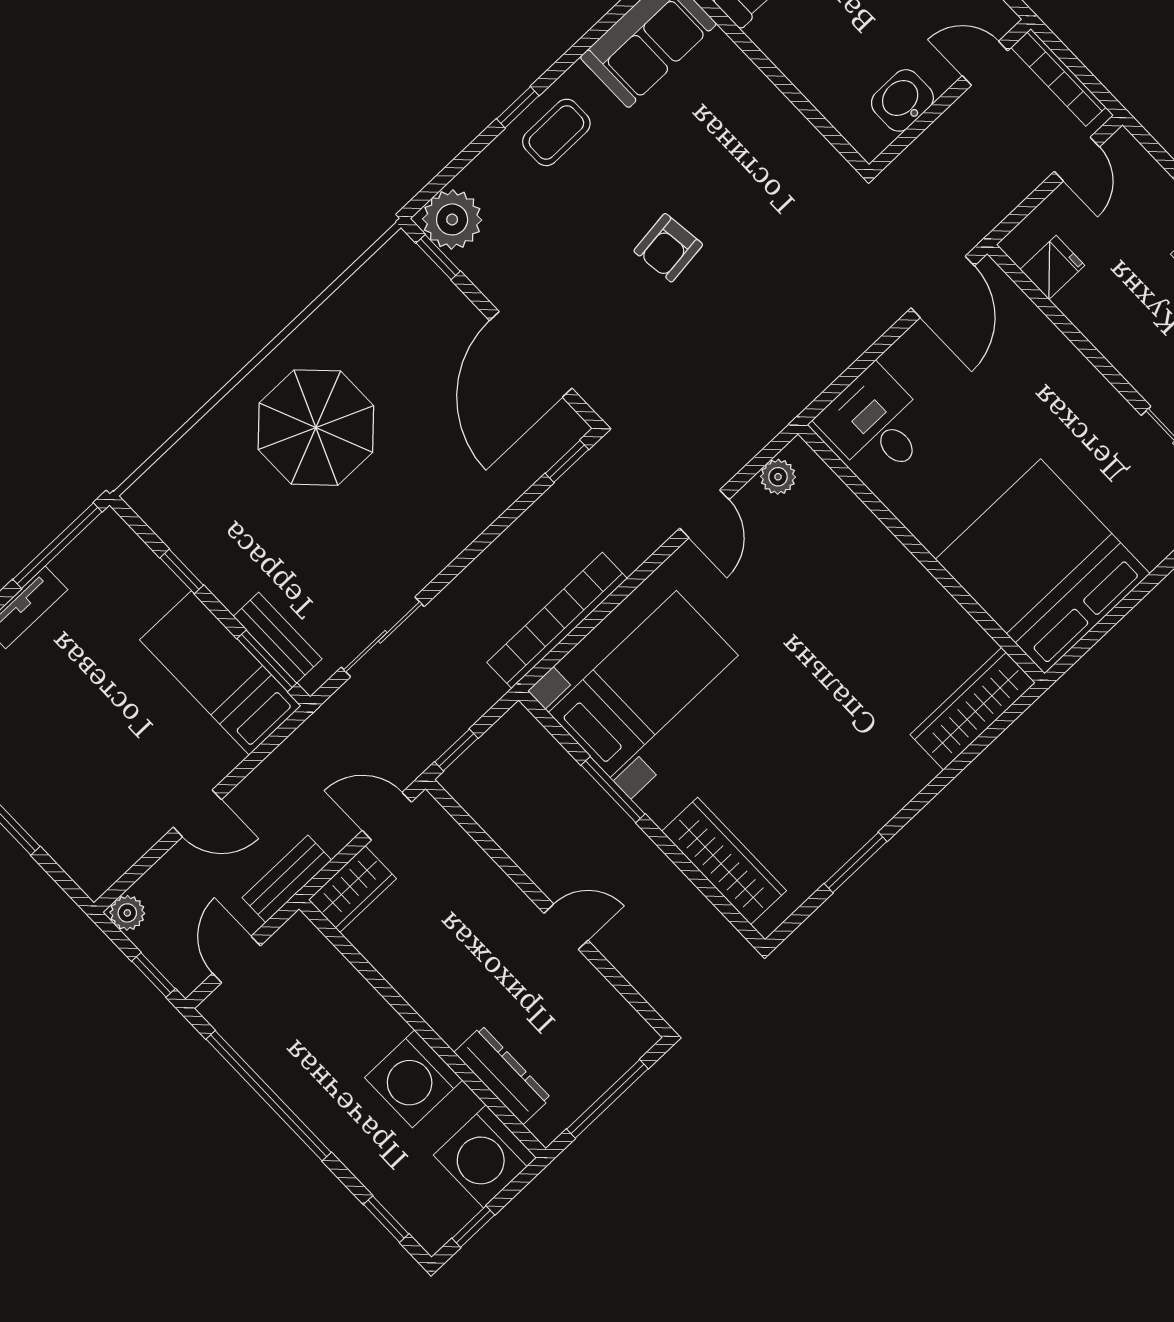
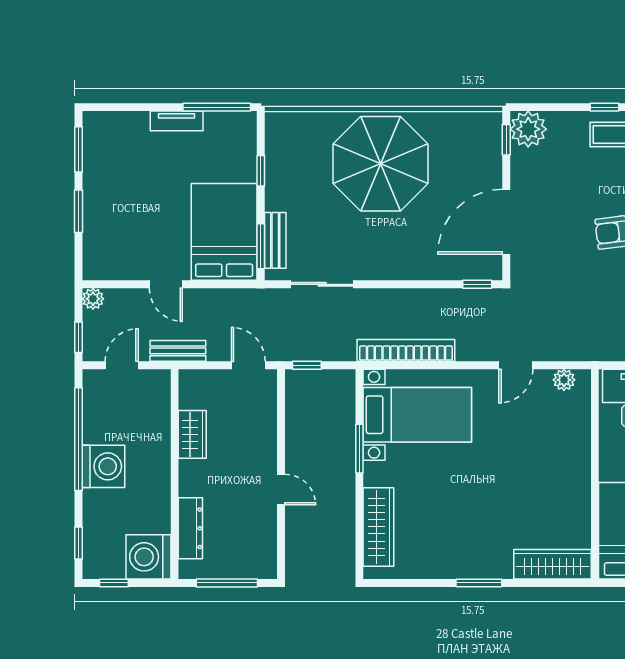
parasol: (316, 428) -> (381, 164), width x1.36, depth x1.36
bed: (220, 673) -> (224, 232), width x1.50
window: (856, 862) -> (479, 583), moved
wardrobe: (352, 889) -> (192, 434), moved, turned -90
washing machine: (414, 1079) -> (103, 466), moved, turned 180

